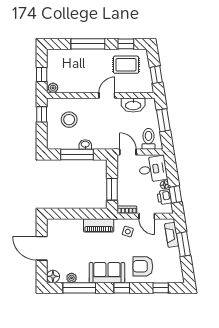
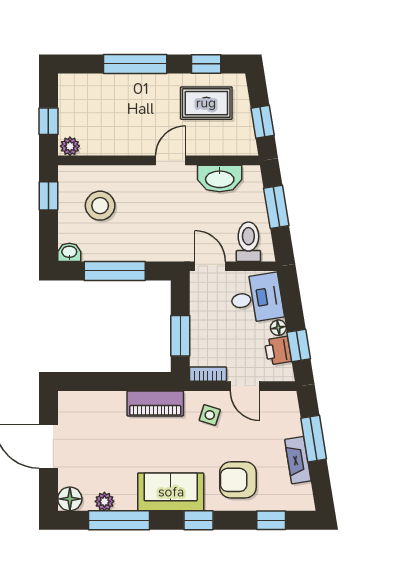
washbasin: (85, 145) -> (69, 252), moved
fireplace: (172, 235) -> (298, 460), moved

